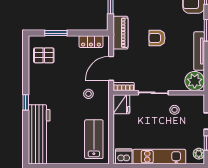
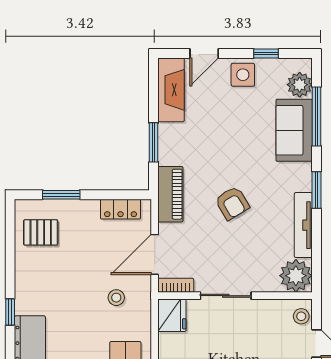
armchair: (157, 38) -> (232, 203), turned -121
stool: (175, 110) -> (301, 316), moved

